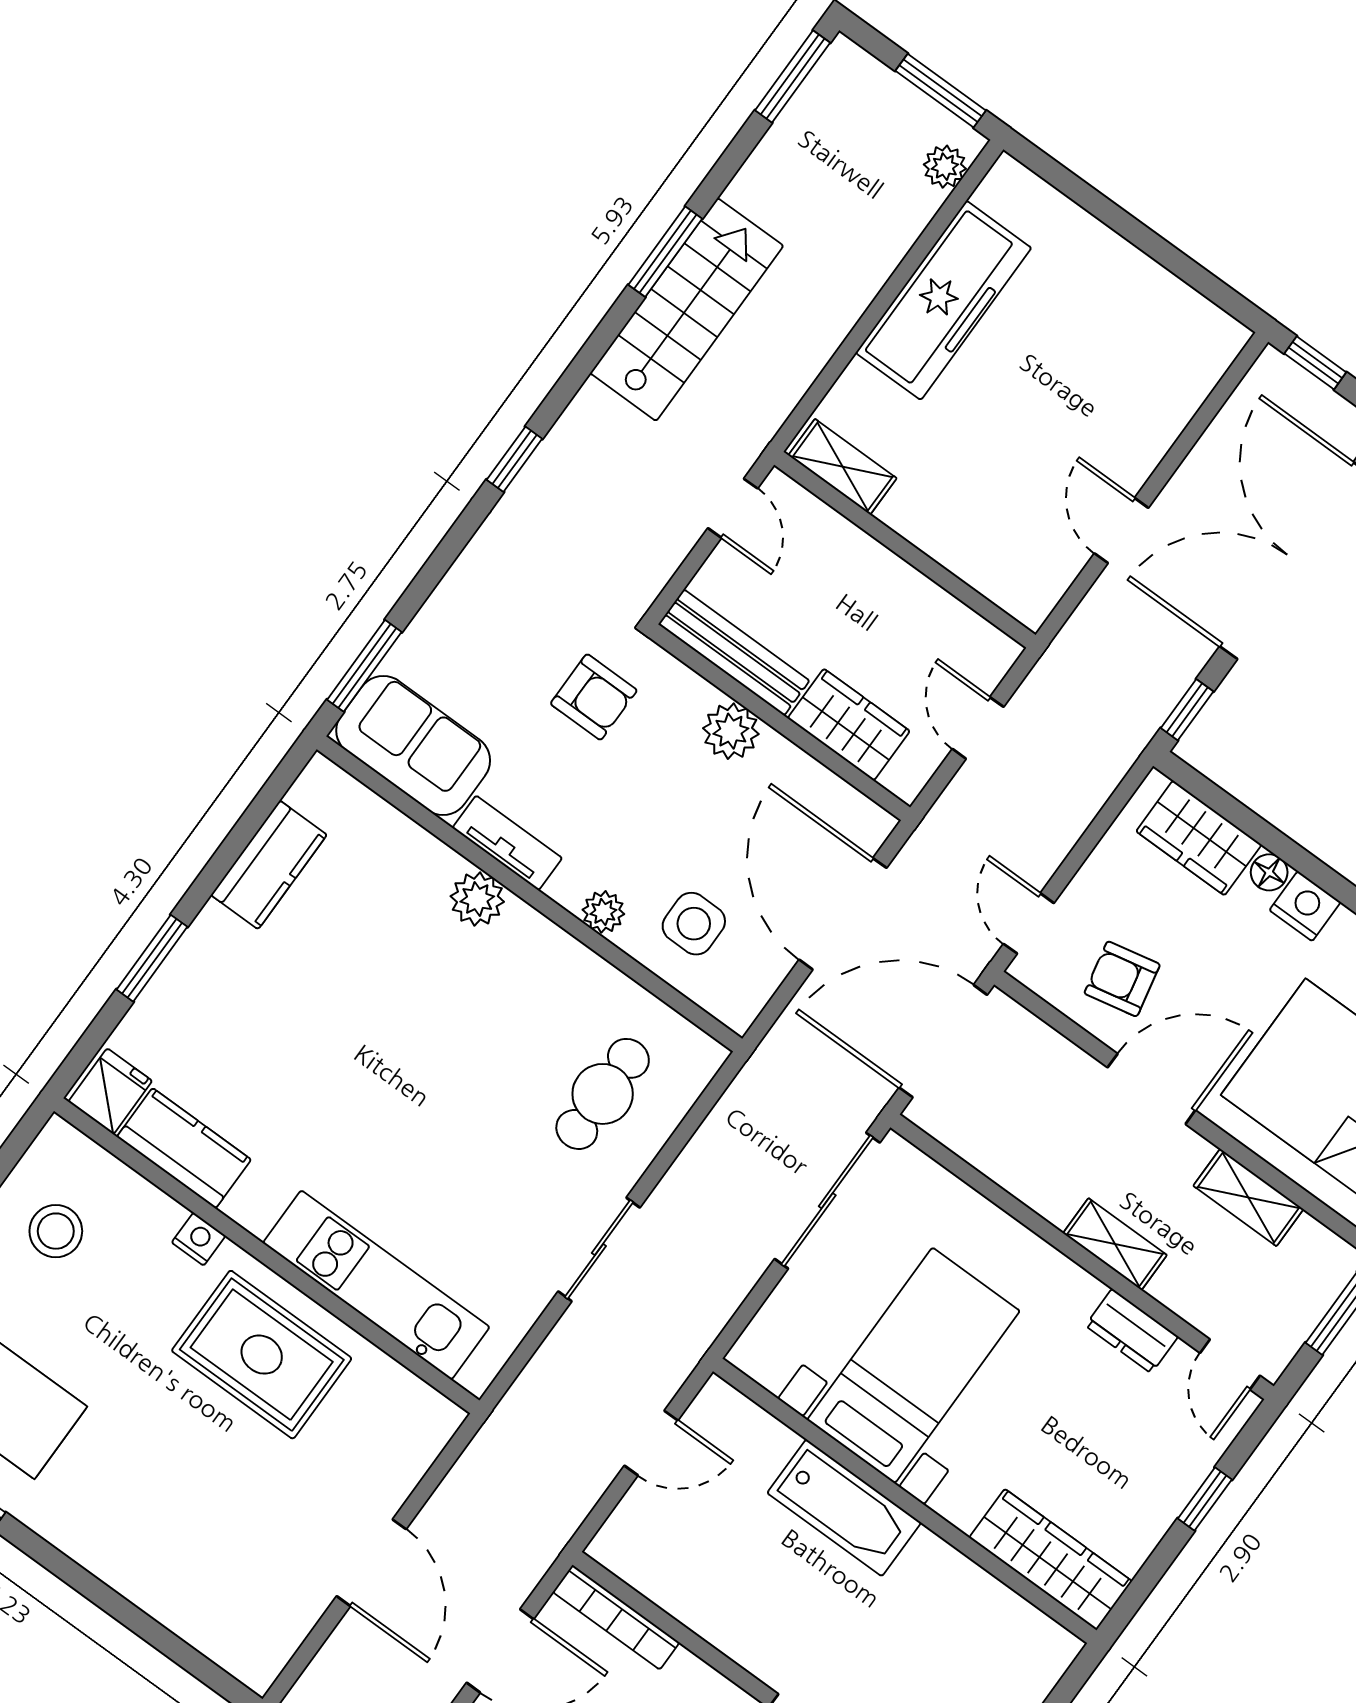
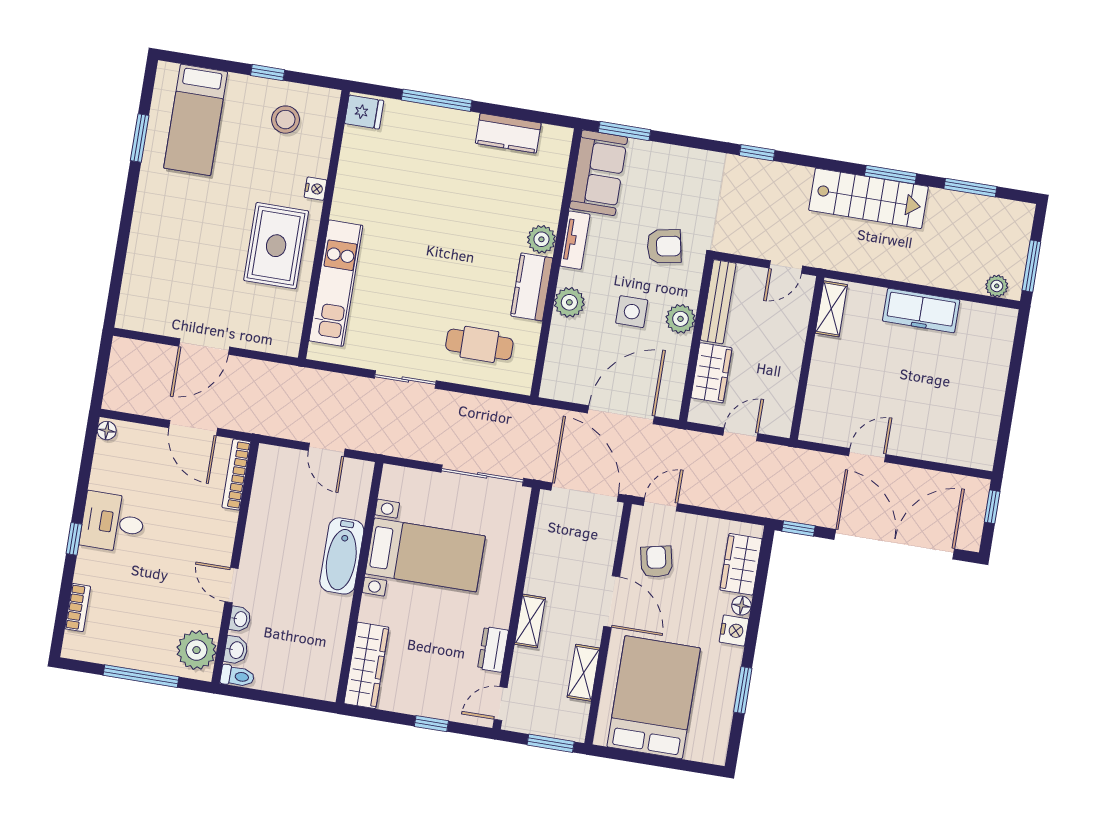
window: (793, 76) -> (970, 188), moved
freezer: (943, 300) -> (921, 310), width x0.73, depth x0.79
armchair: (594, 697) -> (664, 246), turned -101
plant: (603, 912) -> (569, 302), width x1.38, depth x1.38
side table: (694, 924) -> (632, 312), moved
window: (152, 958) -> (437, 100), width x1.44
kitchen counter: (184, 1148) -> (532, 287), moved, turned 180

